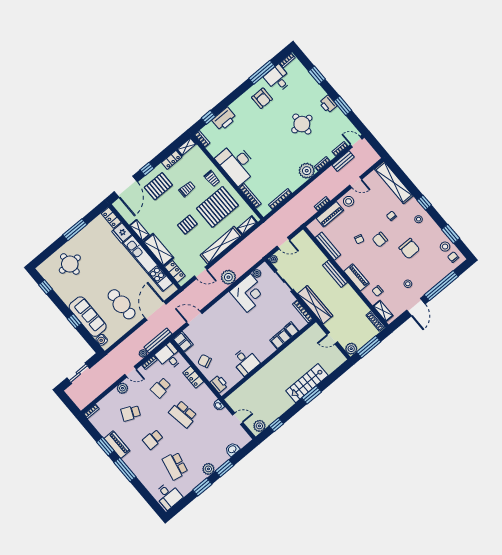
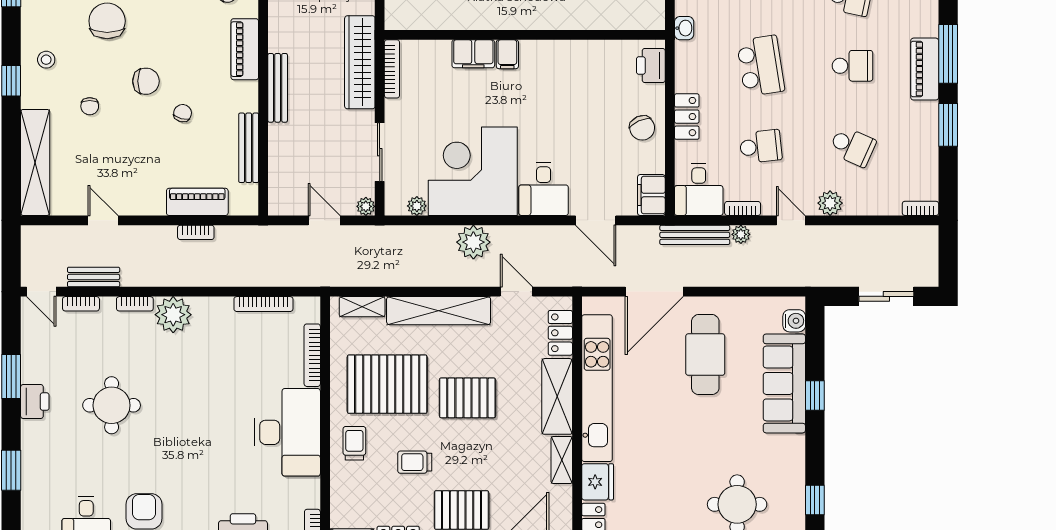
stool: (349, 201) -> (144, 197), removed
pallet: (187, 225) -> (467, 398), width x1.50, depth x1.42
corner desk: (249, 293) -> (473, 171), width x1.36, depth x1.36
filing cabinet: (291, 329) -> (507, 54), moved
desk: (245, 361) -> (544, 189), moved, turned 180
piano: (117, 445) -> (925, 69), moved

